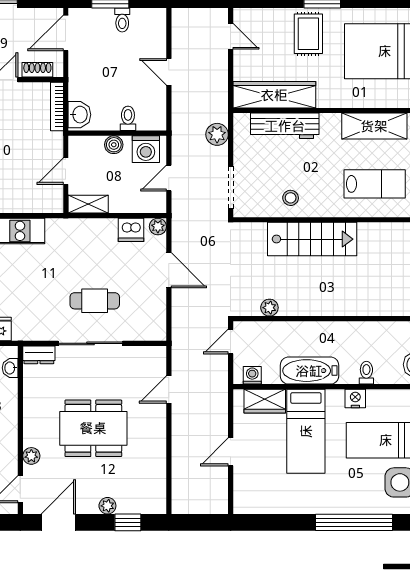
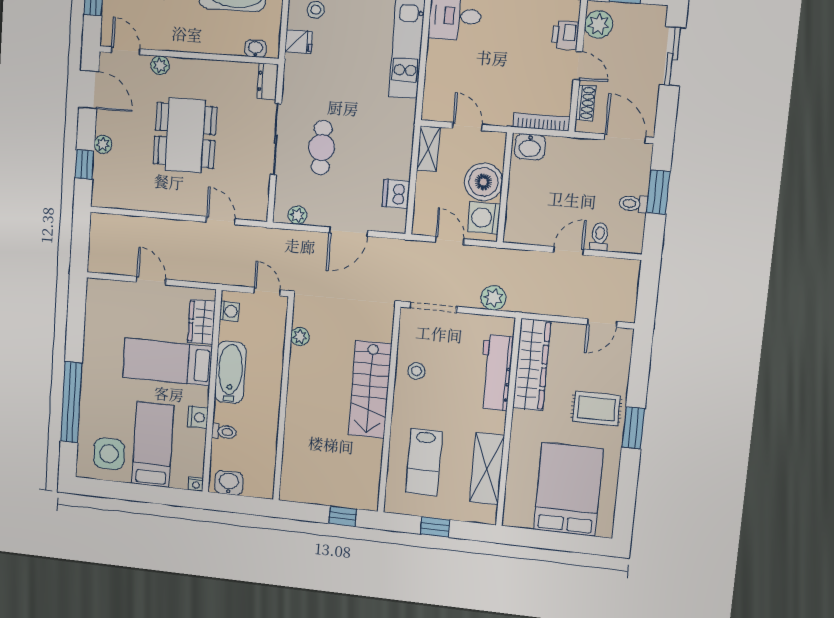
toilet: (128, 118) -> (600, 237), moved, turned -90
boiler: (114, 145) -> (483, 182), width x1.86, depth x1.86
plant: (158, 227) -> (297, 215), moved

